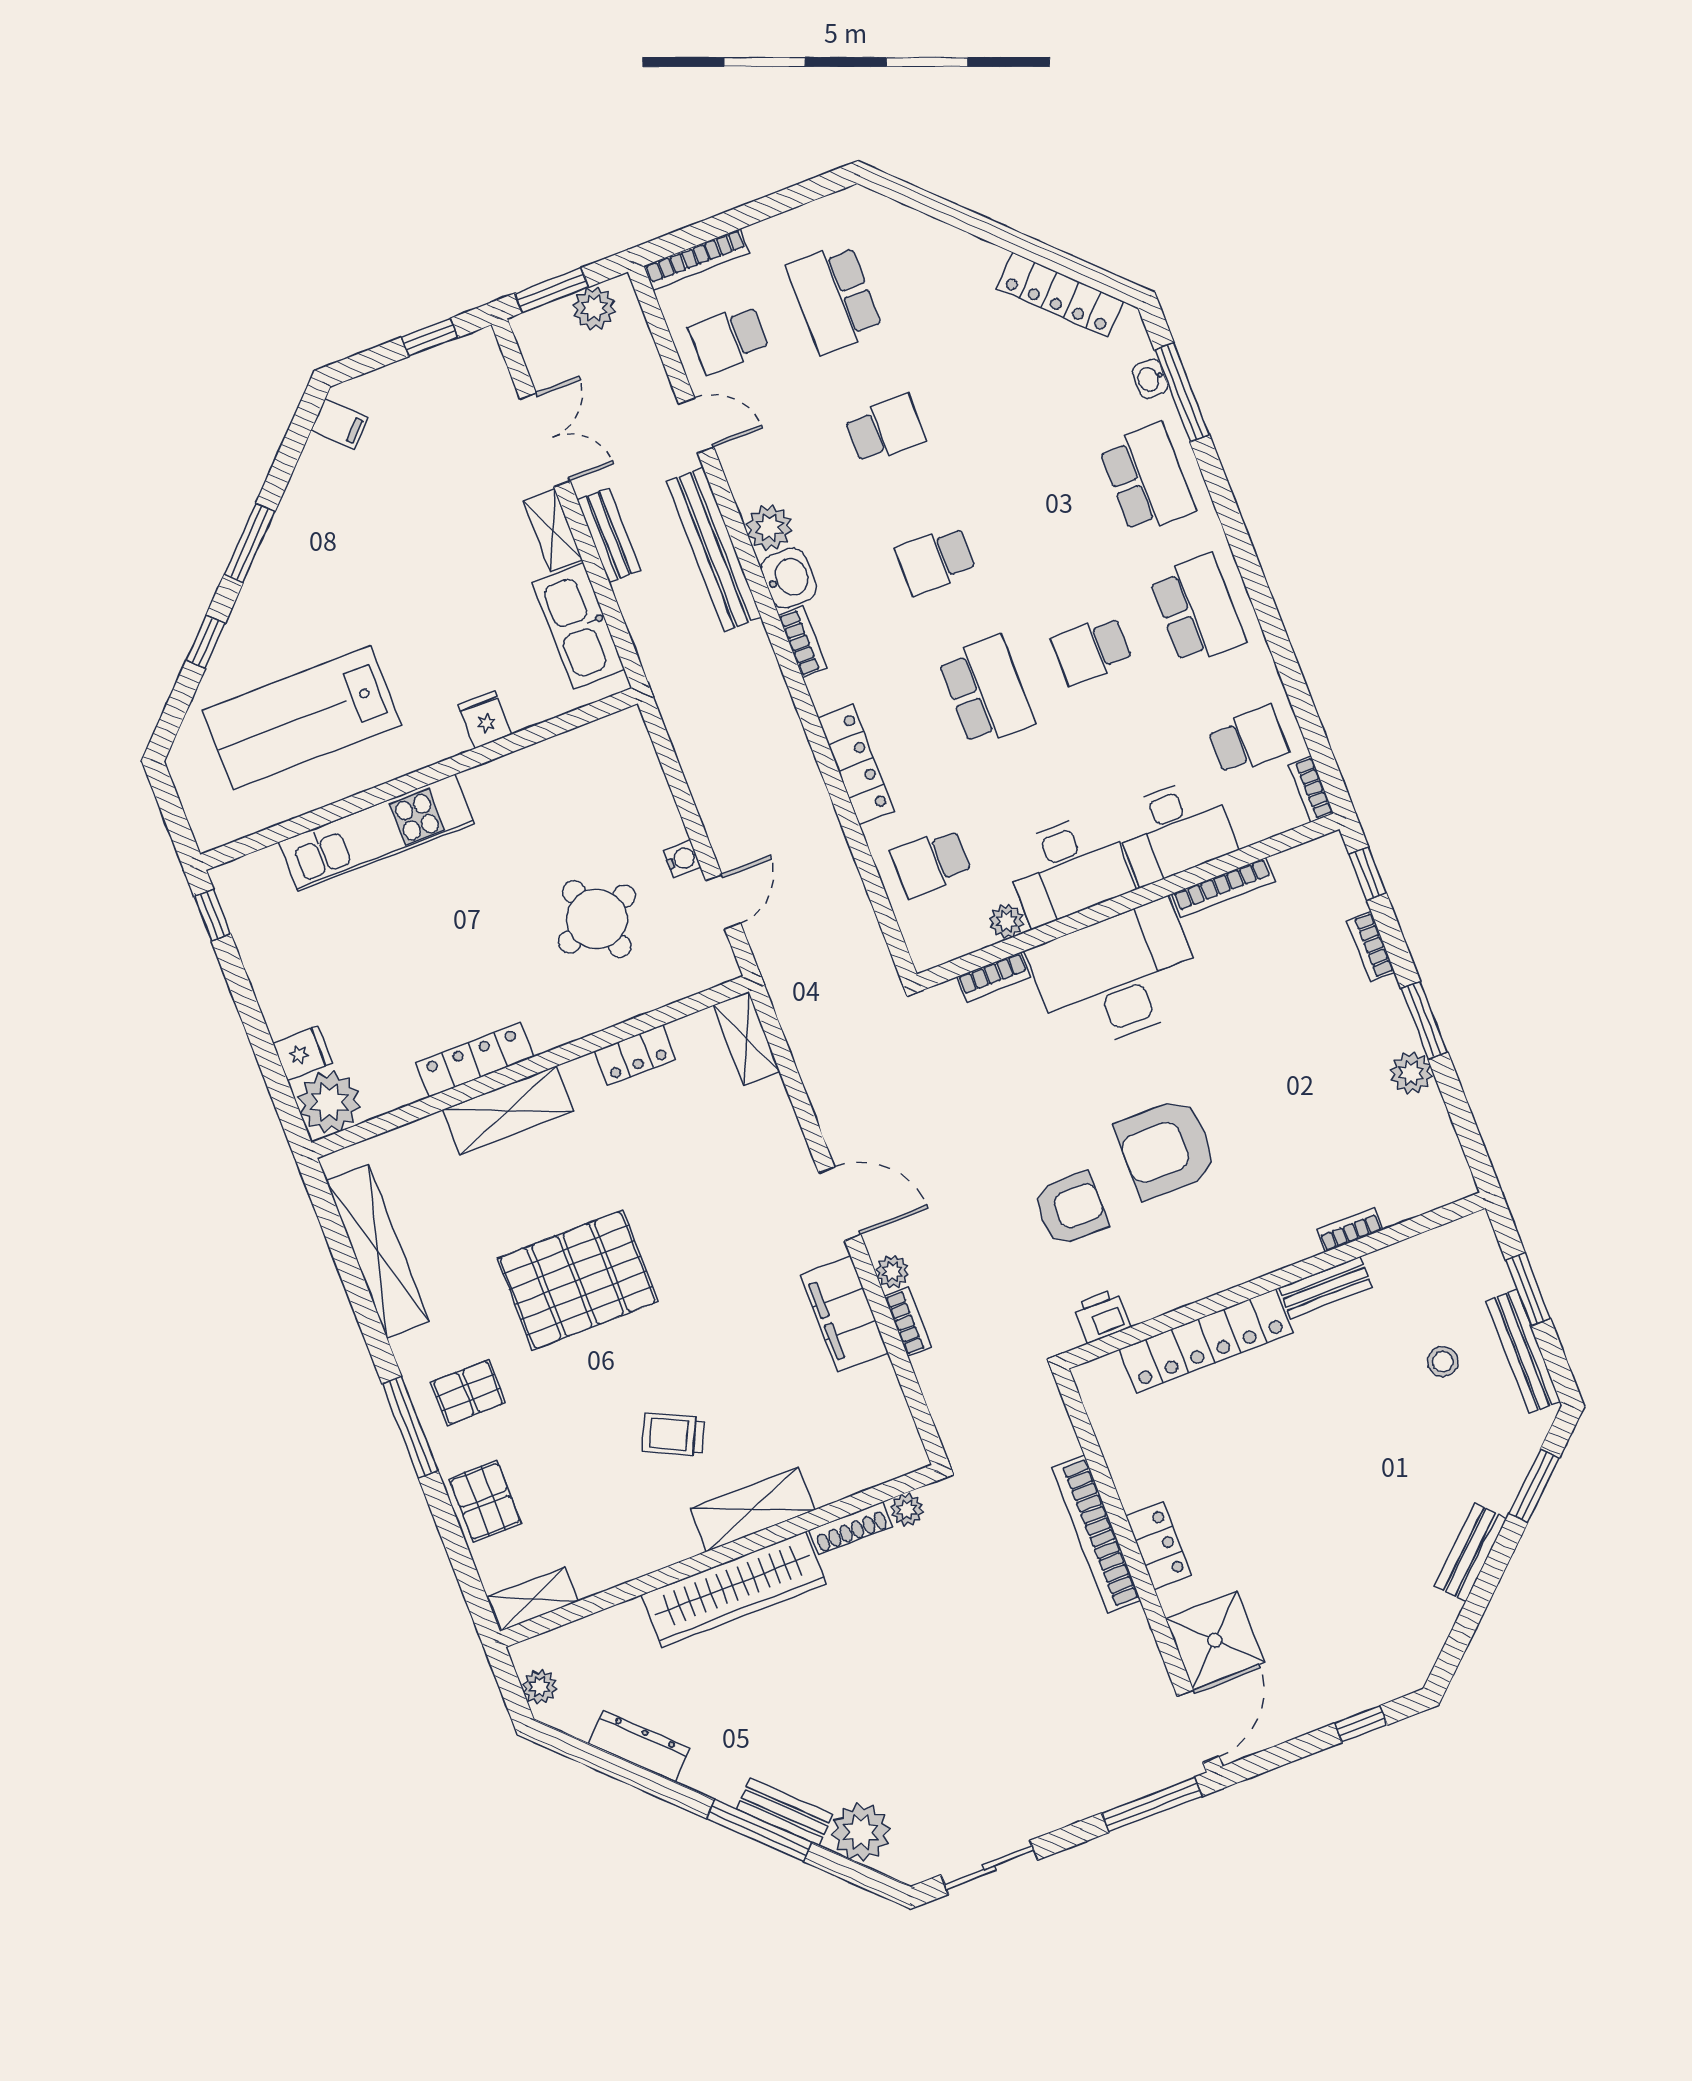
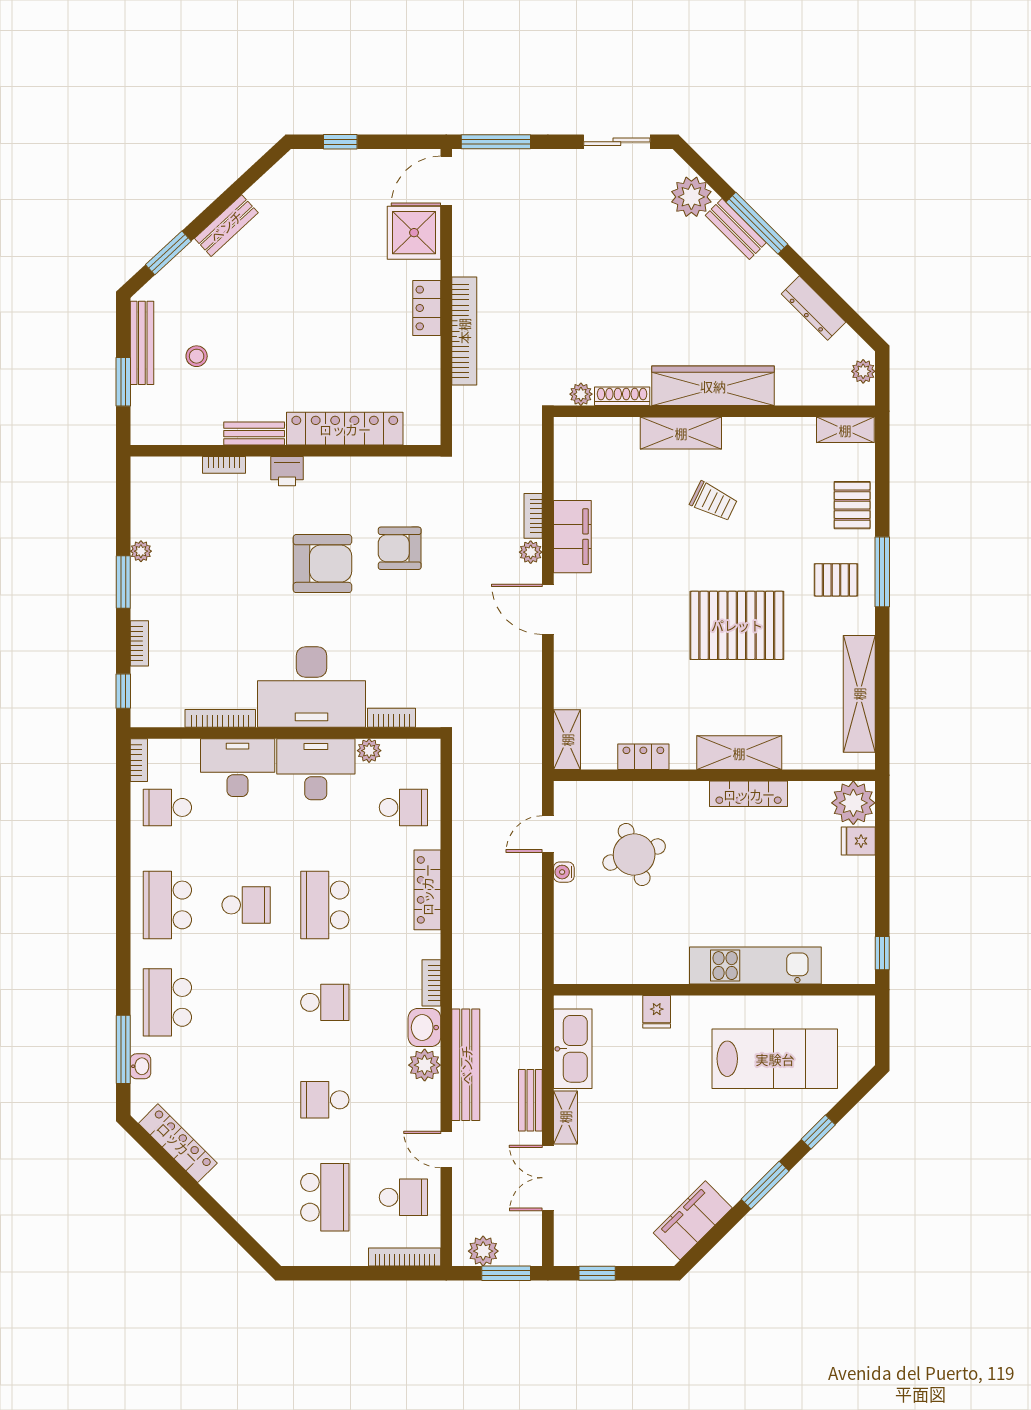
filing cabinet: (339, 424) -> (693, 1220), width x3.00, depth x1.17
plant: (1411, 1073) -> (141, 551), width x0.73, depth x0.73
printer: (1102, 1316) -> (287, 471), moved

